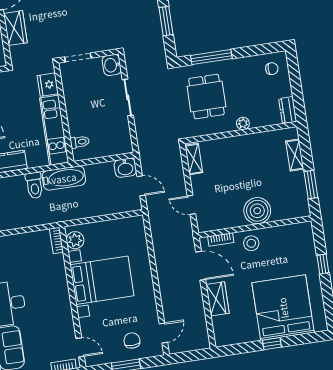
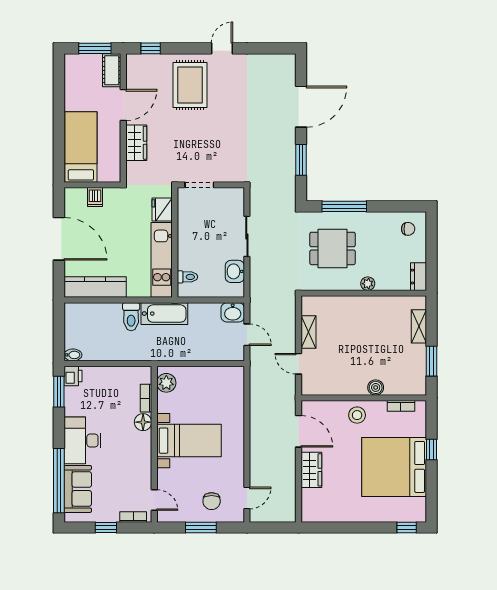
washbasin: (112, 65) -> (235, 271), moved
dining table: (206, 97) -> (333, 248), turned 90
shelving: (194, 159) -> (308, 332), moved
boiler: (257, 211) -> (376, 387), width x0.54, depth x0.54
bookcase: (221, 239) -> (401, 406), moved
bookcase: (56, 241) -> (146, 398), moved
floor lamp: (59, 279) -> (143, 422), added
bed with nightstands: (102, 280) -> (189, 441), width x0.73
bed: (283, 308) -> (394, 467), moved, turned -90
chair: (132, 341) -> (212, 501), turned 180
window: (272, 344) -> (407, 528), moved

